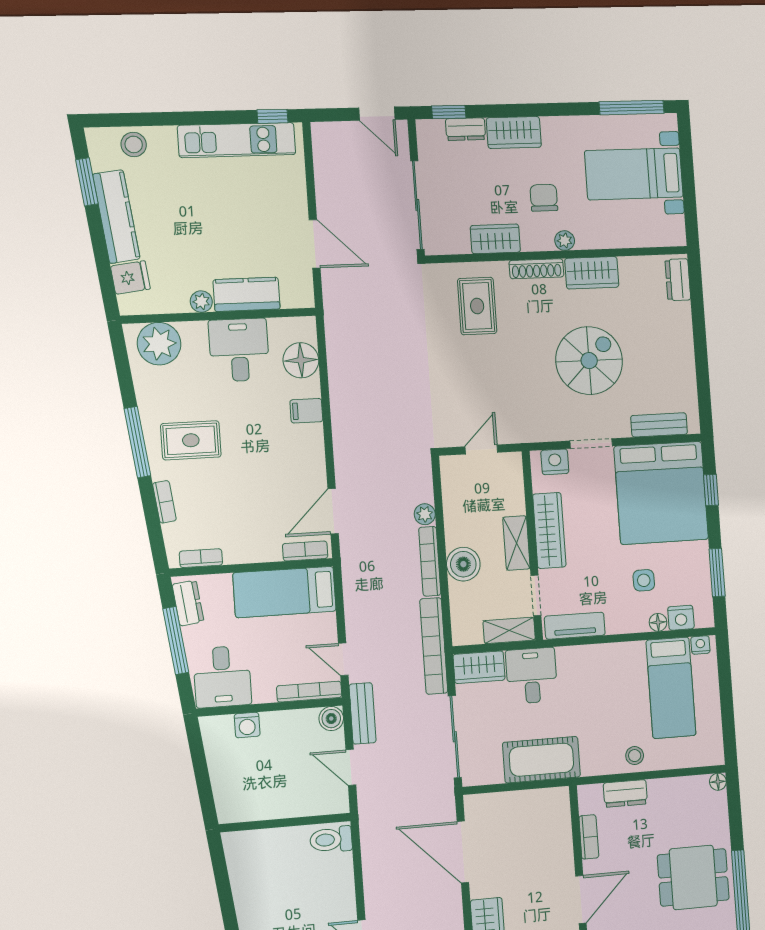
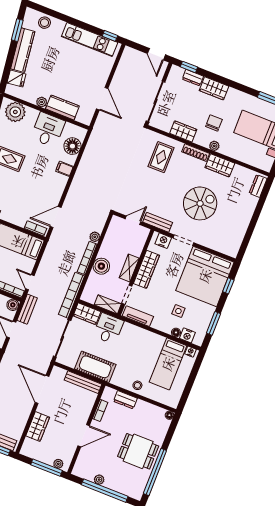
bench: (659, 425) -> (158, 222), moved
bench: (533, 800) -> (83, 382), added

